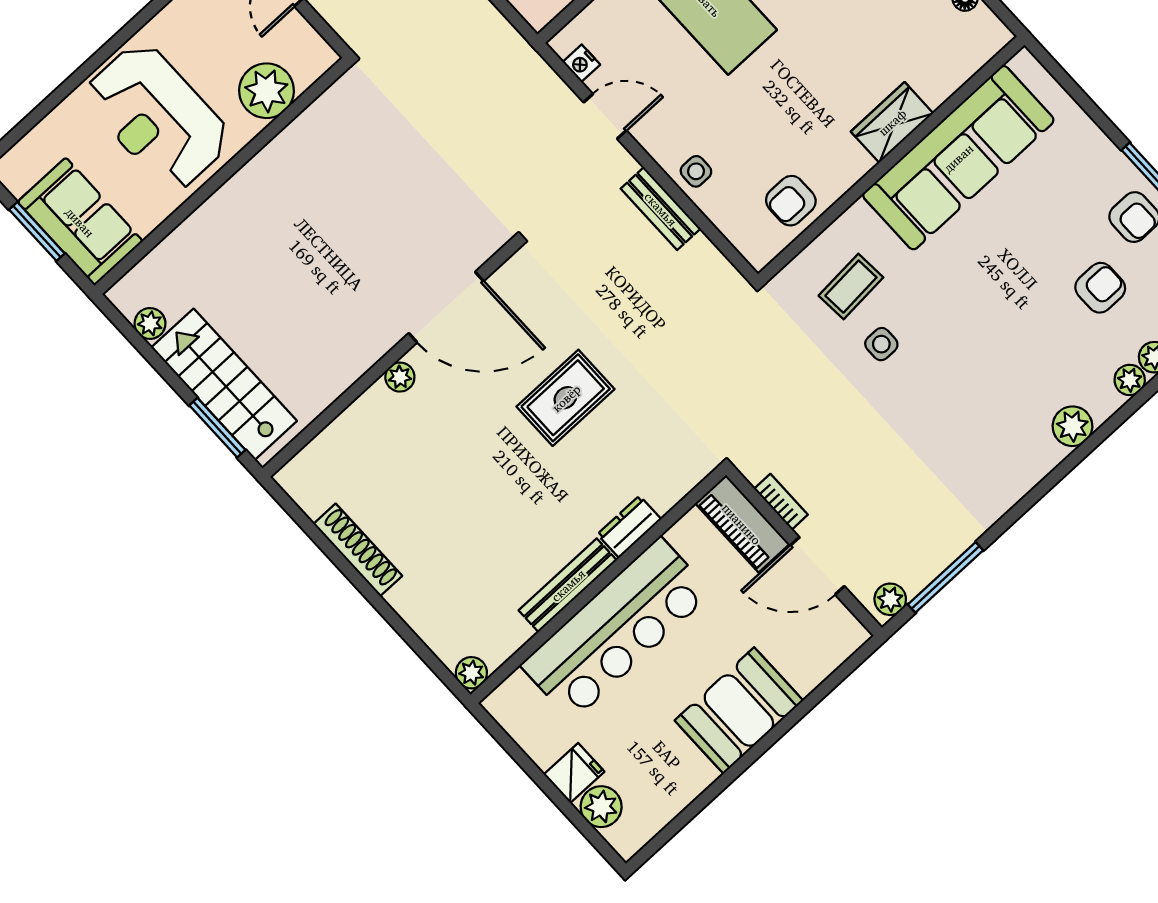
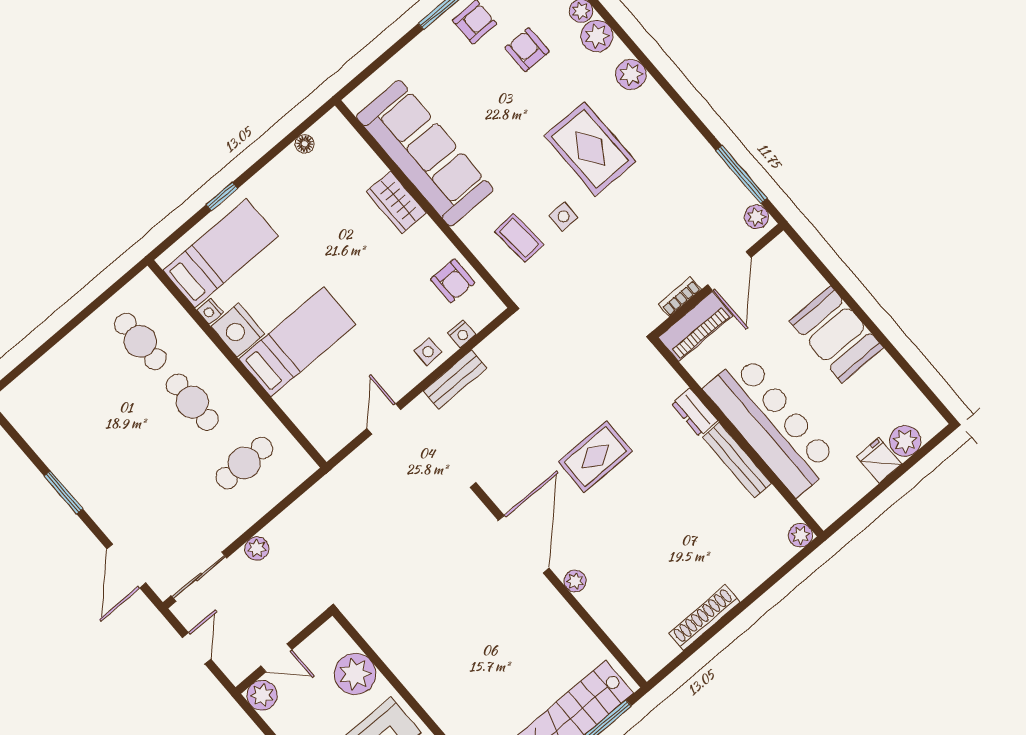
nightstand: (581, 63) -> (462, 334), moved
rug: (972, 376) -> (590, 149), added
plant: (1130, 380) -> (597, 36), width x1.38, depth x1.38
rug: (566, 398) -> (595, 457), turned 90

